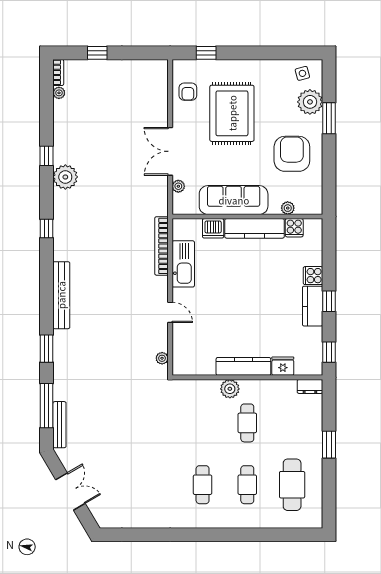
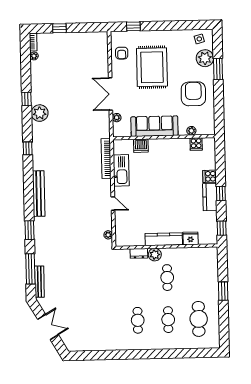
kitchen counter: (255, 228) -> (169, 145), removed
dresser: (310, 386) -> (139, 253), moved

